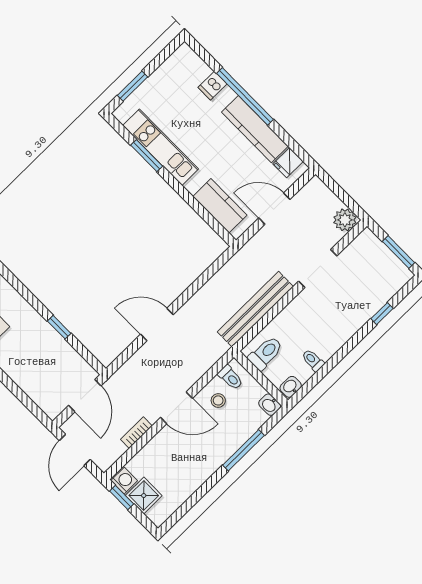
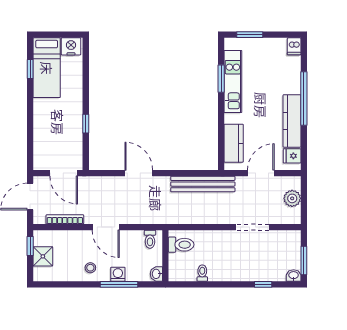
dishwasher: (212, 86) -> (294, 46), moved, turned -90
door: (274, 209) -> (261, 173), hinge flipped
plant: (345, 220) -> (292, 198), moved
bench: (255, 309) -> (203, 184), moved
washbasin: (291, 387) -> (294, 275), moved
door: (85, 396) -> (64, 173), hinge flipped
stool: (218, 400) -> (90, 268), moved
bookcase: (136, 433) -> (65, 219), width x1.56
washing machine: (124, 481) -> (118, 274), moved, turned -90

